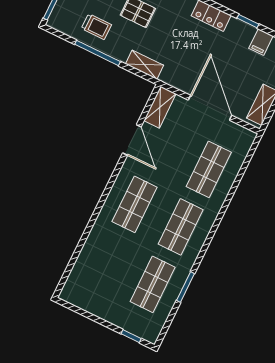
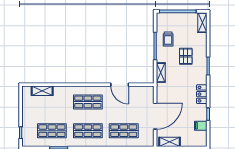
shelving: (160, 107) -> (42, 91), moved
door: (132, 140) -> (120, 85), hinge flipped

